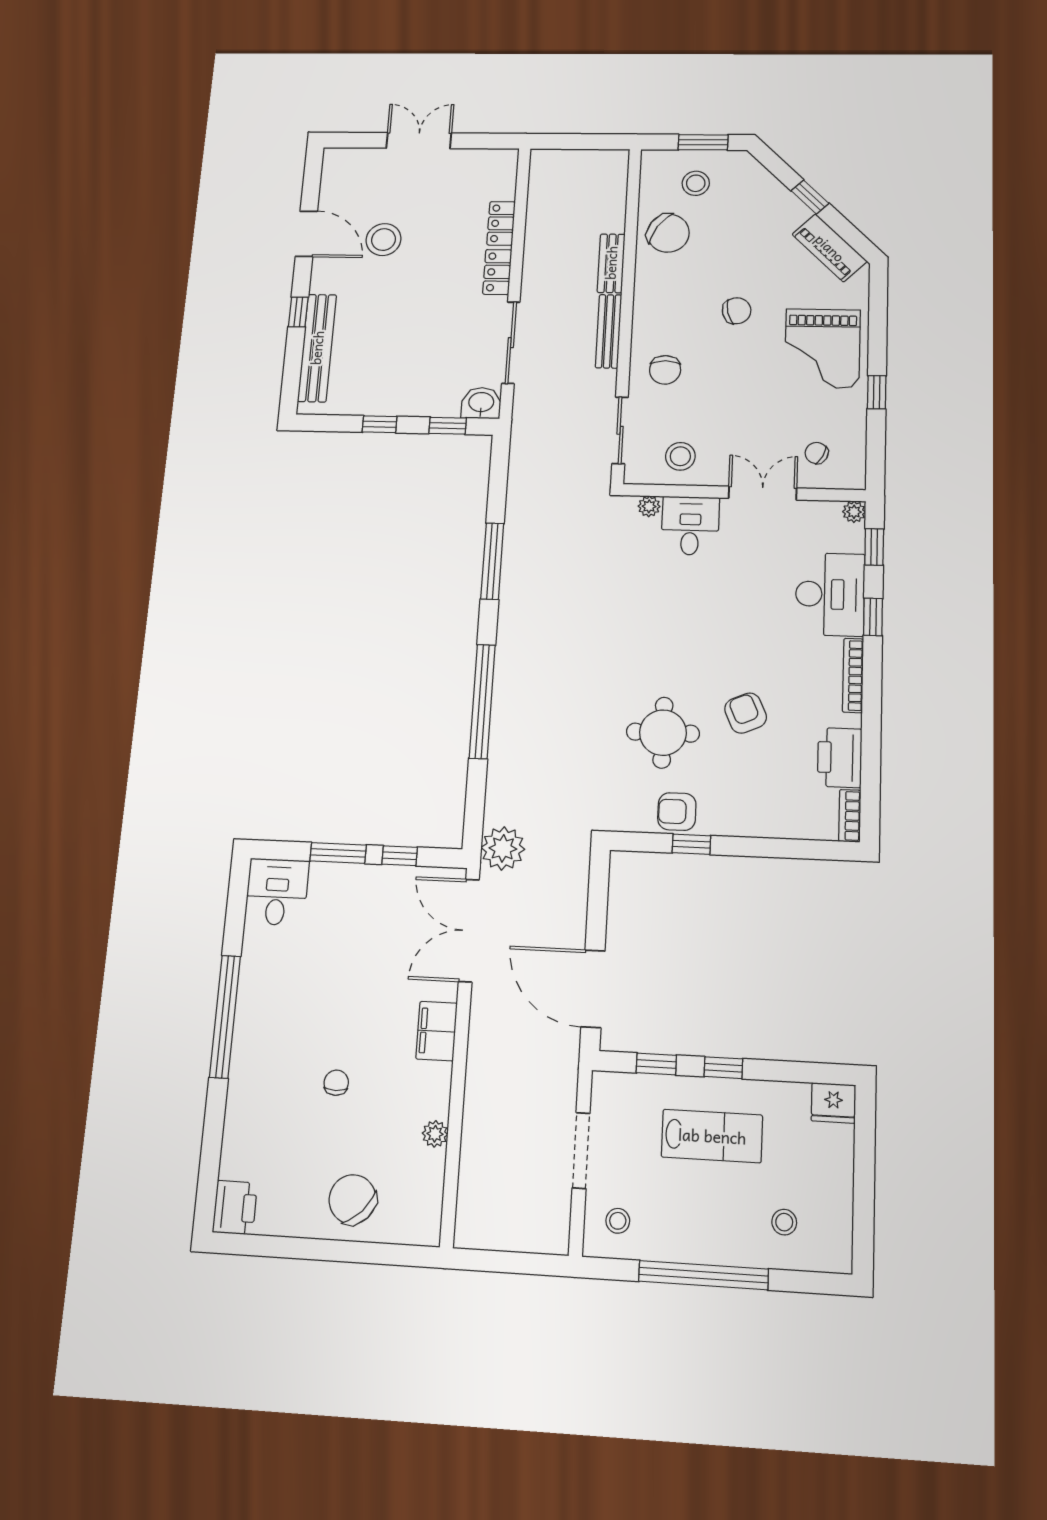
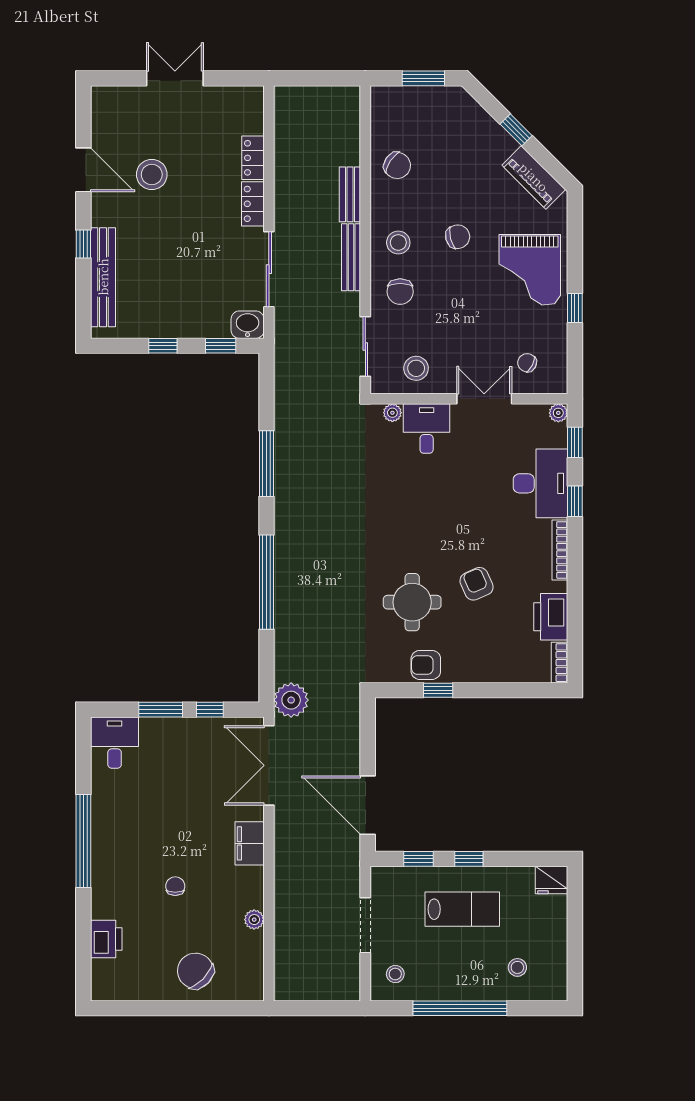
stool: (696, 183) -> (398, 243), moved
chair: (668, 233) -> (397, 165), width x0.73, depth x0.73
printer: (235, 1208) -> (106, 939), moved

